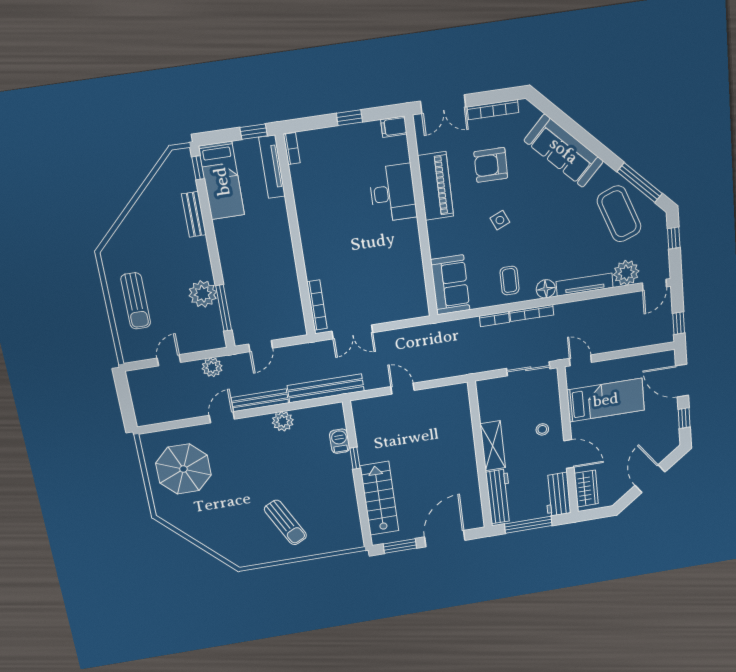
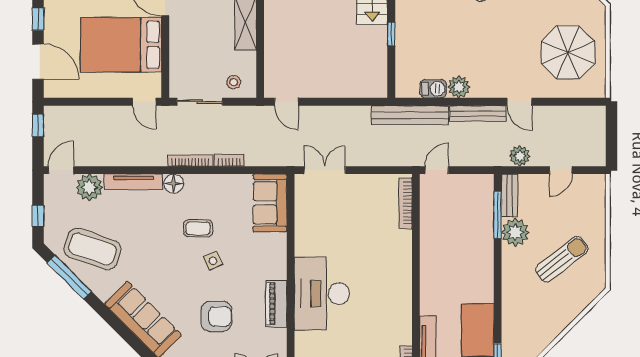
piano: (436, 186) -> (276, 304), width x0.73, depth x0.75
desk: (393, 193) -> (322, 294), width x1.36, depth x1.30
bench: (194, 214) -> (510, 195), moved
coffee table: (619, 214) -> (92, 249), turned -51
coffee table: (510, 281) -> (198, 228), moved, turned 90
sun lounger: (136, 301) -> (562, 259), moved, turned 52
double door: (352, 332) -> (325, 170), moved
door: (261, 346) -> (437, 170), moved
door: (403, 389) -> (286, 102), moved
bed: (606, 400) -> (121, 45), width x1.50
door: (222, 417) -> (519, 102), hinge flipped
stool: (542, 429) -> (234, 82), moved
barbecue: (340, 441) -> (433, 89), moved, turned -90

